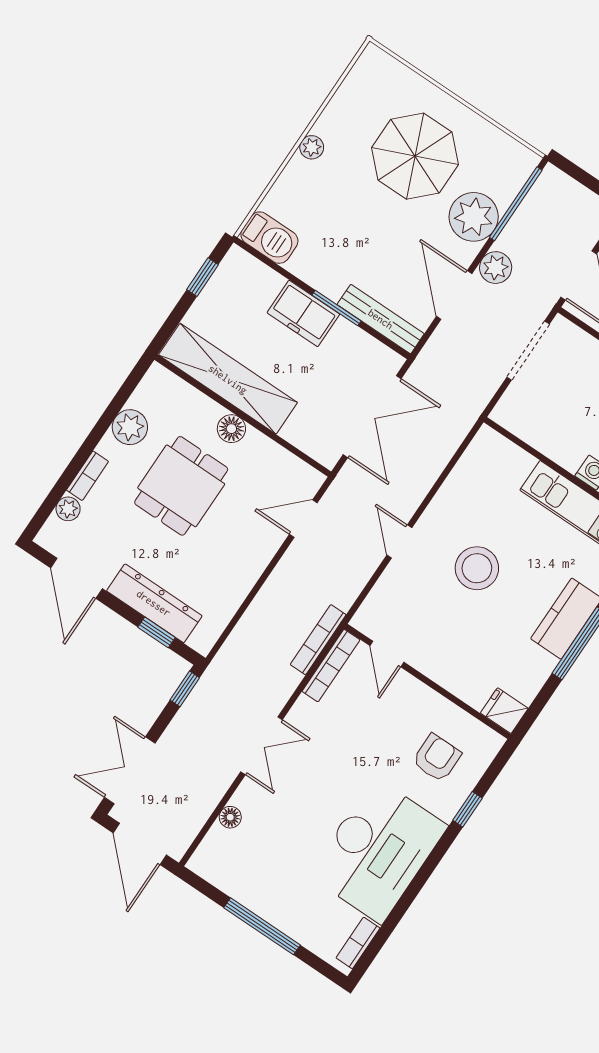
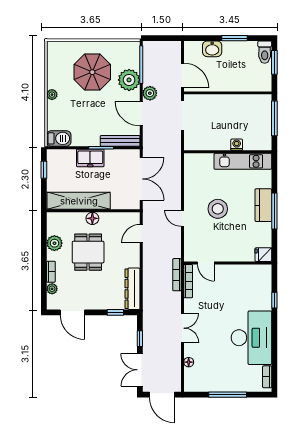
dresser: (154, 603) -> (133, 289), moved, turned -90
window: (185, 689) -> (140, 339), moved
armchair: (437, 758) -> (250, 289), removed

